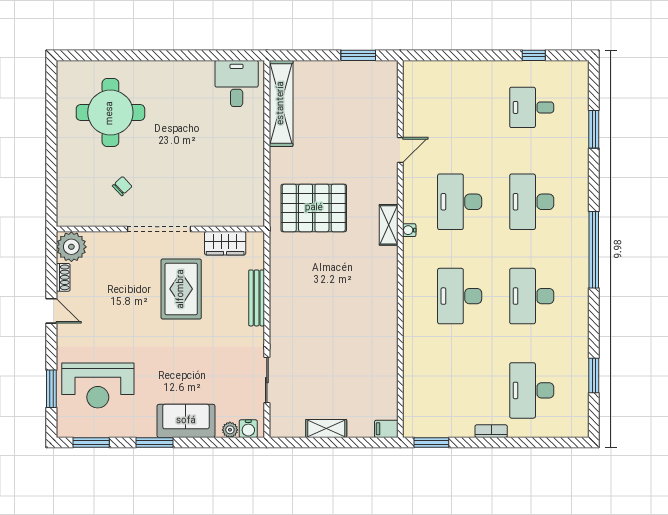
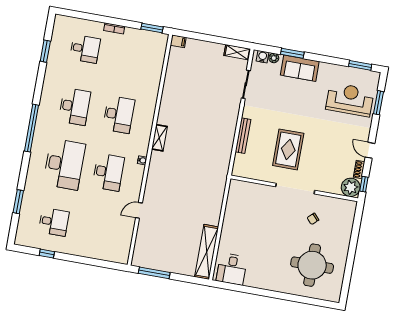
window: (358, 55) -> (154, 273), width x1.44
desk: (532, 202) -> (64, 164), width x1.36, depth x1.30
pallet: (314, 208) -> (198, 184), removed
shelving: (389, 225) -> (159, 138), moved
wardrobe: (225, 243) -> (256, 173), removed
window: (51, 255) -> (364, 184), added
desk: (532, 390) -> (85, 49), width x0.73
shelving: (326, 428) -> (237, 52), moved
window: (154, 443) -> (292, 53), moved

